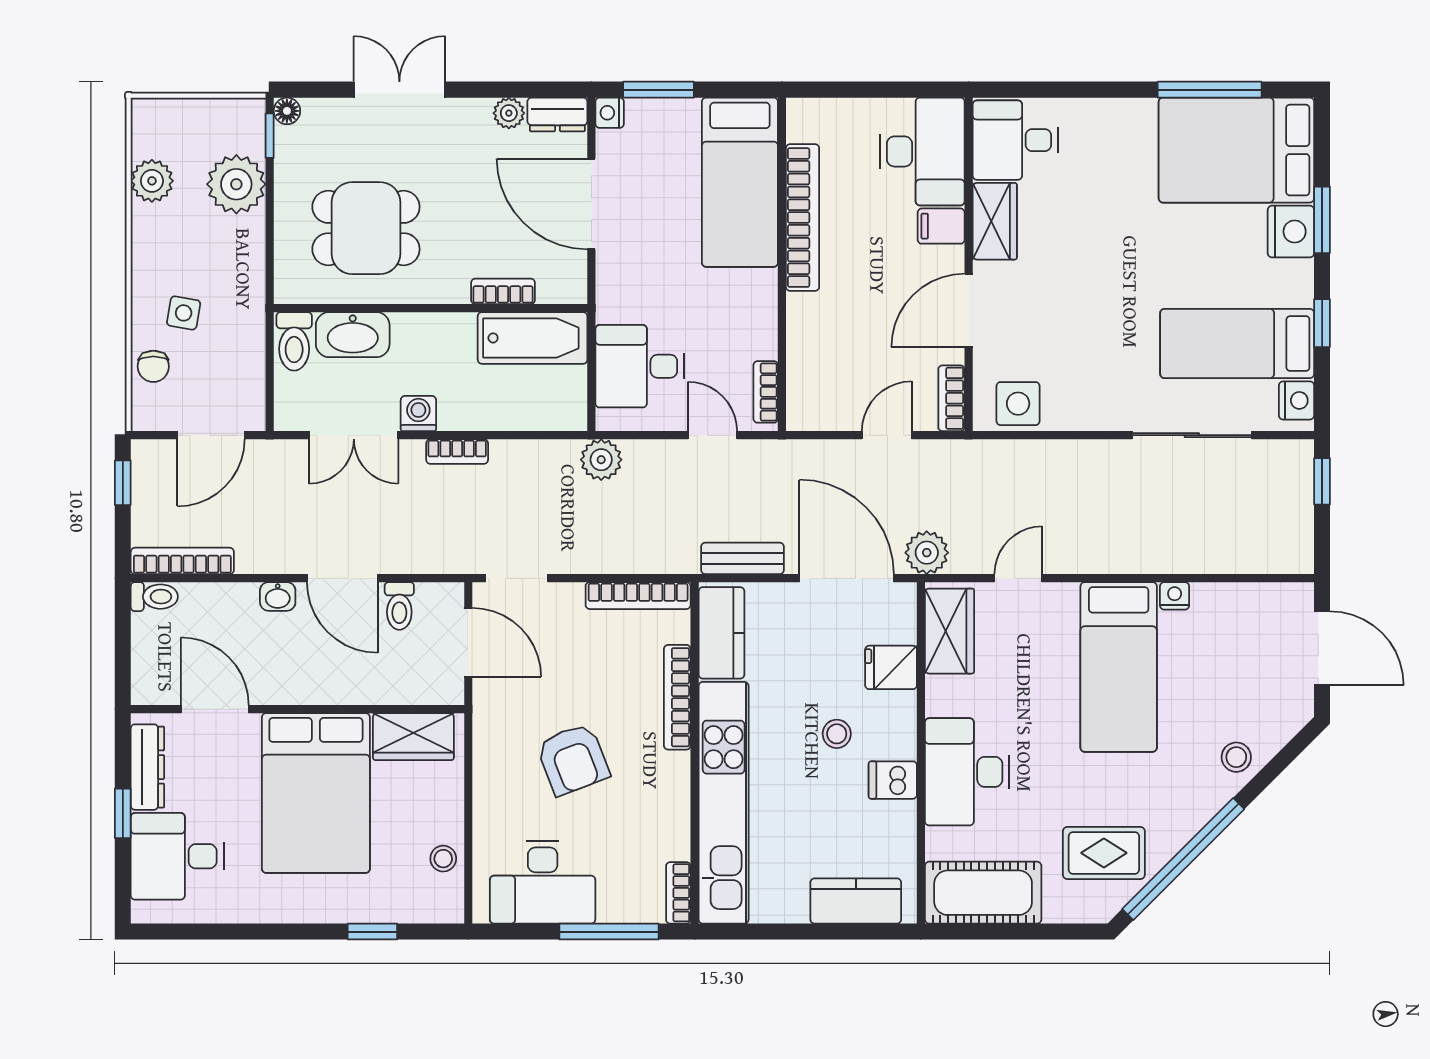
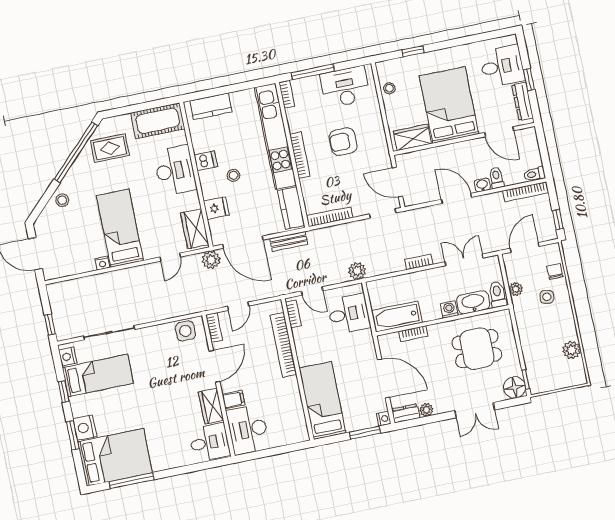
floor lamp: (287, 111) -> (515, 387), width x1.89, depth x1.89
plant: (236, 184) -> (516, 289), moved, width x0.53, depth x0.53
bookcase: (803, 218) -> (283, 345), moved
washing machine: (418, 414) -> (449, 309), moved, turned 180
toilet: (399, 606) -> (496, 178), moved
bookcase: (677, 697) -> (300, 155), moved
armchair: (573, 759) -> (343, 142), turned -69

